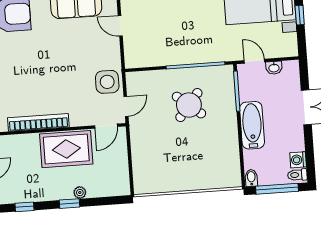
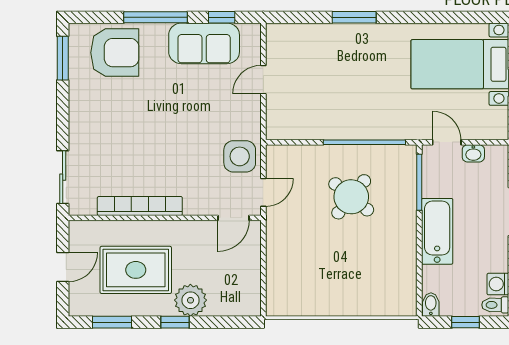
door: (120, 26) -> (263, 80), hinge flipped
rug: (66, 149) -> (136, 270), moved
window: (277, 189) -> (466, 322), width x0.46
plant: (80, 193) -> (190, 300), width x1.87, depth x1.87
window: (25, 207) -> (112, 322), width x1.50

